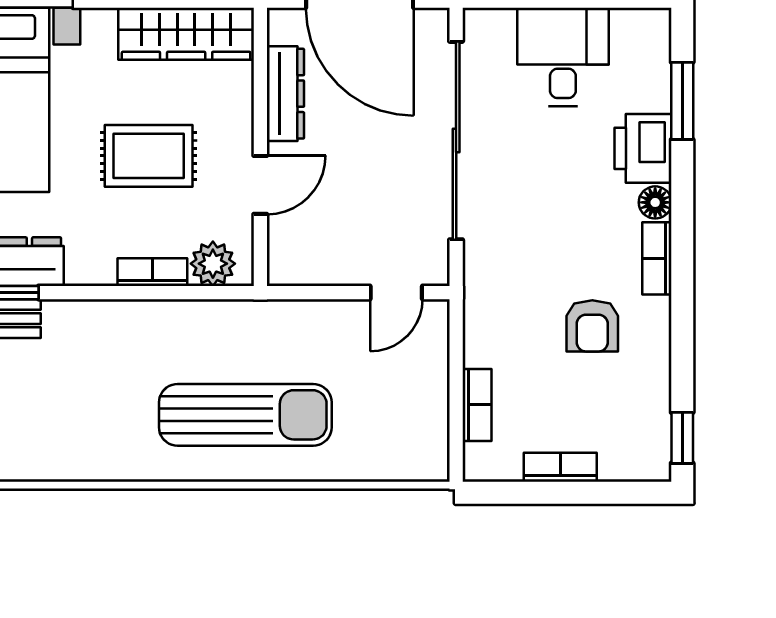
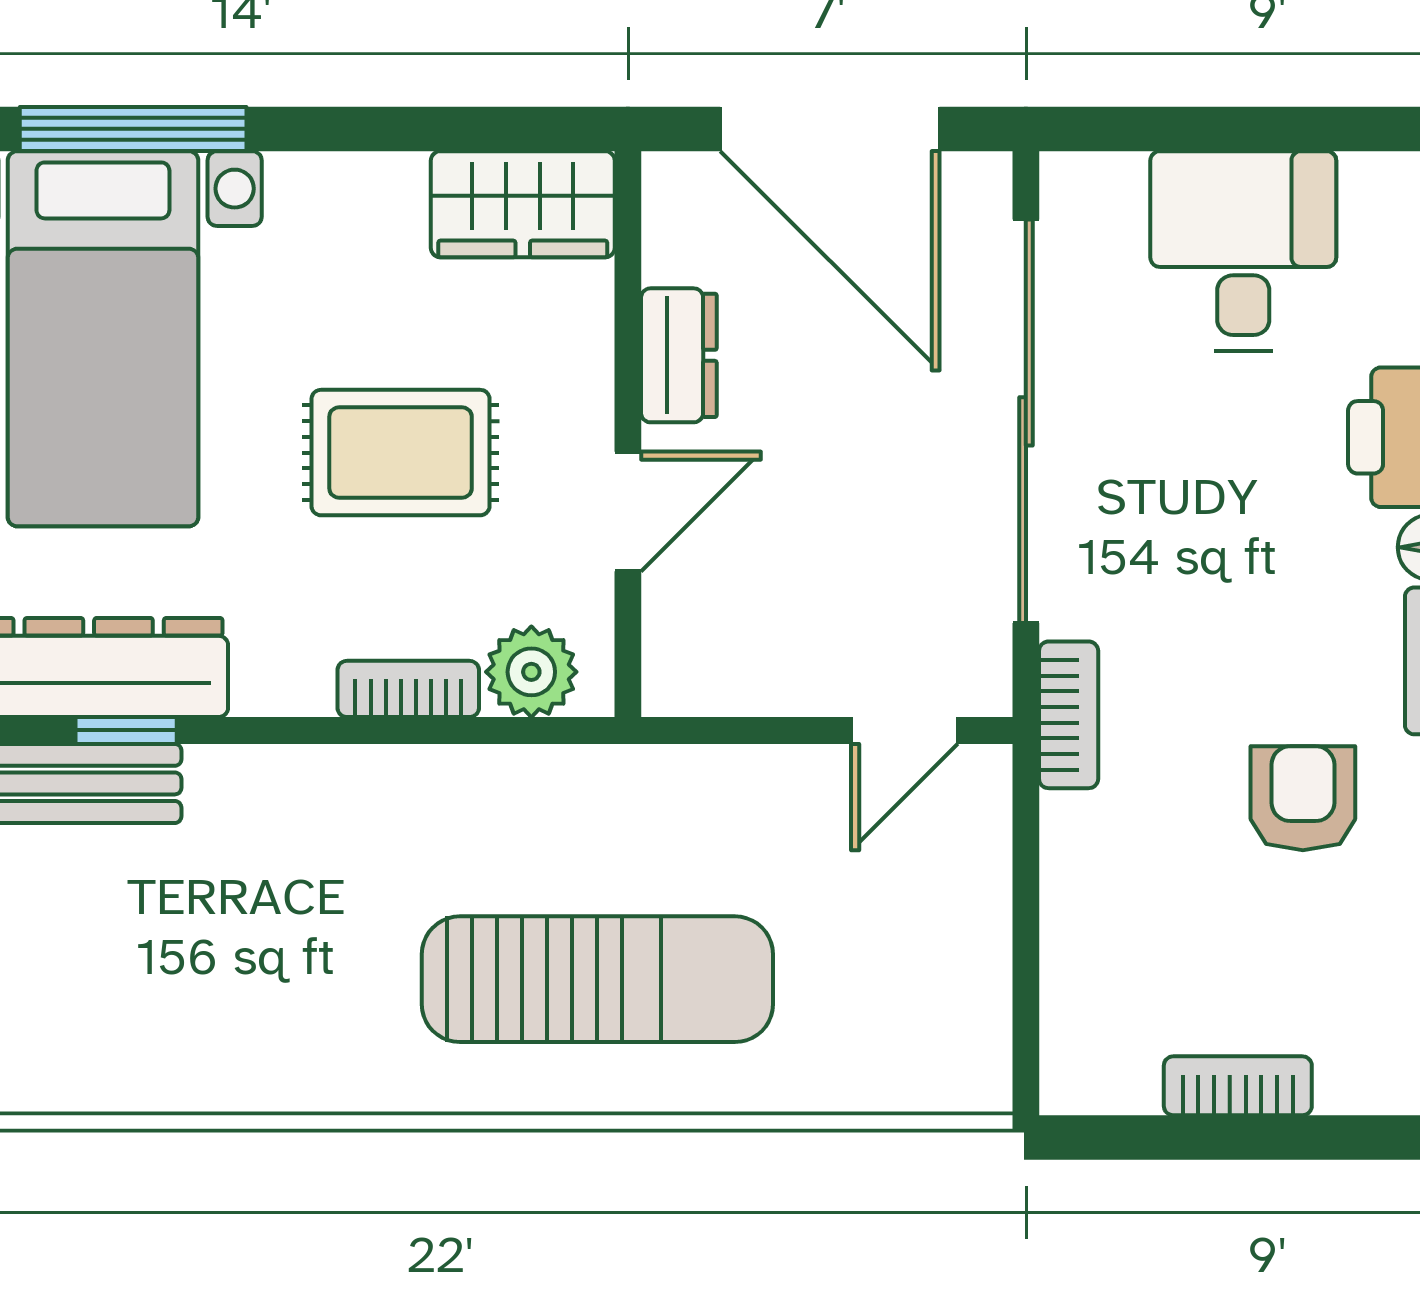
wardrobe: (186, 34) -> (523, 204), width x0.67
dresser: (285, 94) -> (679, 355), width x0.70
armchair: (592, 326) -> (1303, 798), turned 180
bookcase: (477, 405) -> (1069, 715), moved

